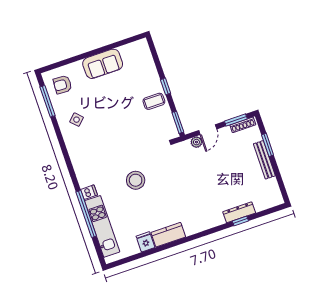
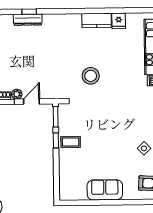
window: (166, 86) -> (56, 140), moved
plant: (196, 142) -> (17, 94), moved
stool: (136, 180) -> (91, 76), moved

